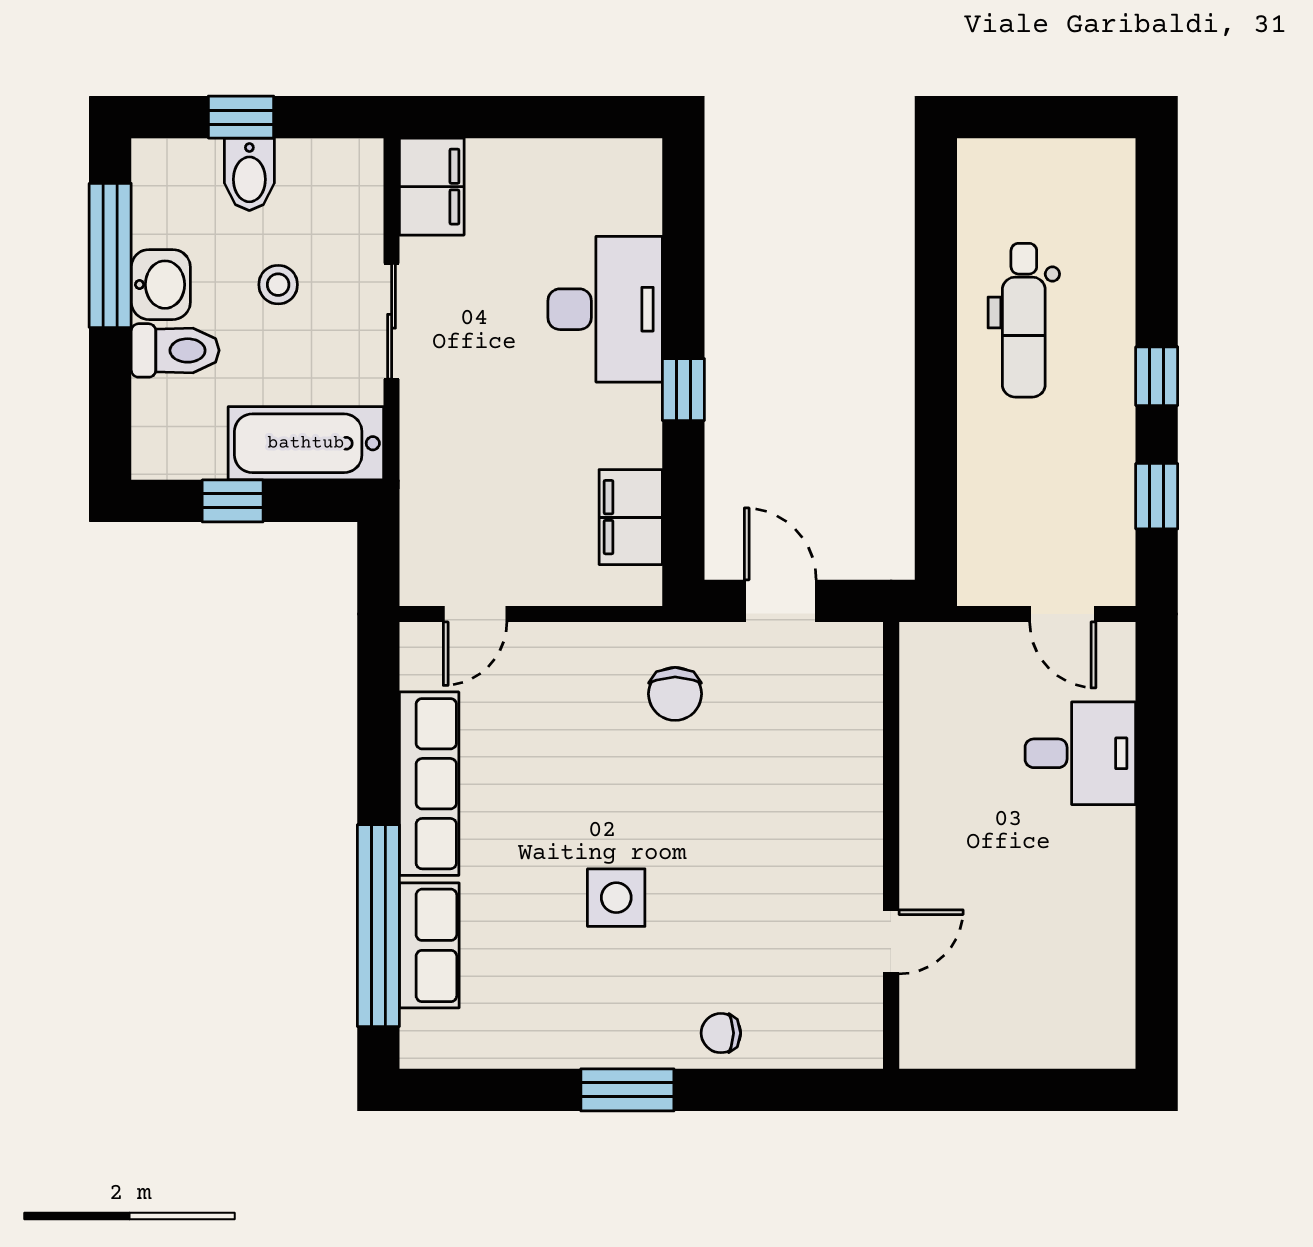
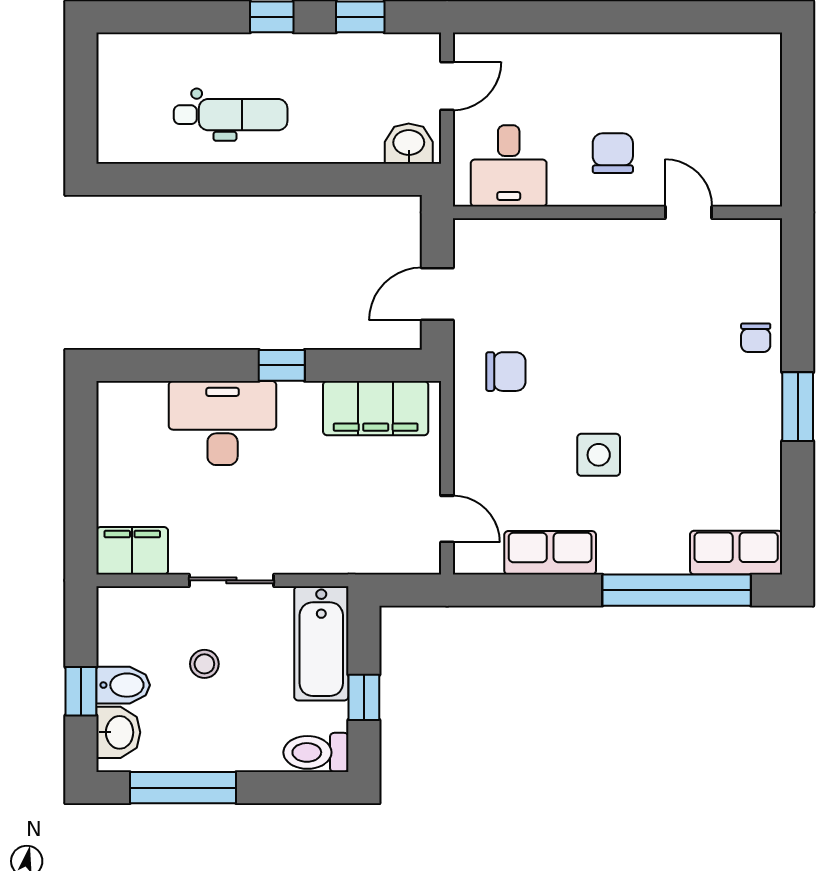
washbasin: (161, 285) -> (118, 732), moved, turned 90
toilet: (175, 350) -> (316, 752), moved, turned -90
filing cabinet: (631, 517) -> (376, 408), width x1.50, depth x1.17
washbasin: (984, 562) -> (409, 144), added
desk: (1080, 753) -> (509, 166), moved, turned 180
row of seats: (429, 784) -> (550, 553), width x0.68
chair: (971, 839) -> (613, 153), added
side table: (616, 898) -> (599, 455), moved
row of seats: (429, 945) -> (736, 553), moved

